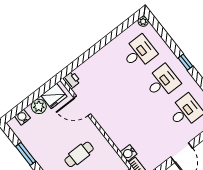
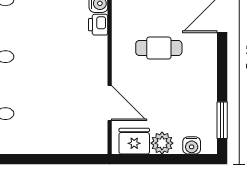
printer: (72, 80) -> (98, 25), moved
window: (26, 154) -> (222, 120), moved

